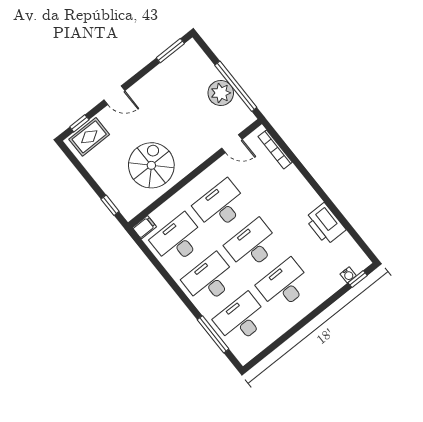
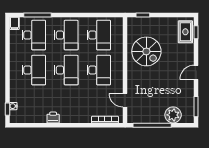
plant: (221, 93) -> (173, 115), moved
door: (114, 95) -> (196, 72), moved
door: (232, 144) -> (125, 100), hinge flipped
printer: (325, 224) -> (53, 118), width x0.53, depth x0.68
filing cabinet: (144, 227) -> (14, 23), moved

